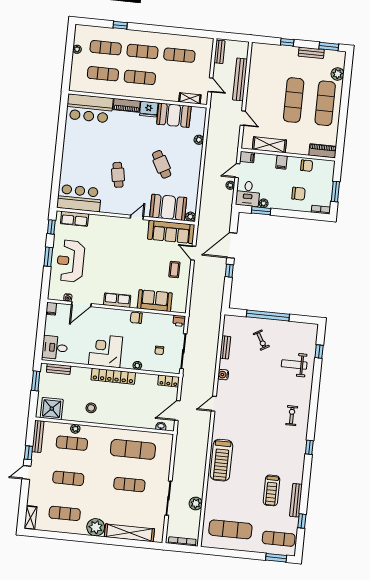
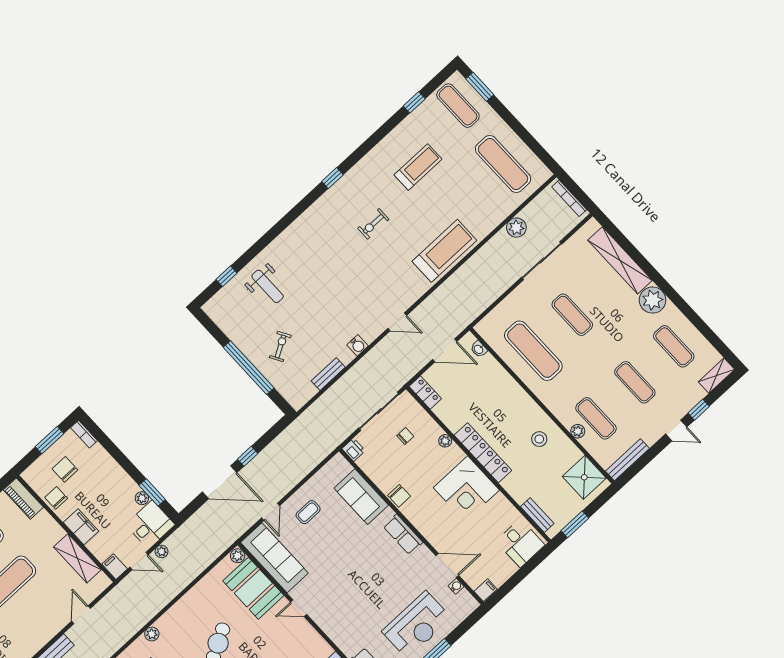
filing cabinet: (281, 162) -> (81, 527), width x2.00
chair: (298, 194) -> (65, 469), moved
exercise bike: (292, 416) -> (373, 224), moved
window: (28, 453) -> (699, 410), moved
bench: (296, 500) -> (400, 132), removed

